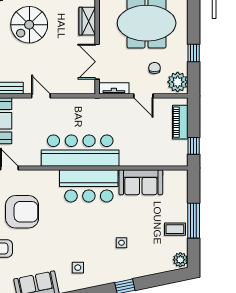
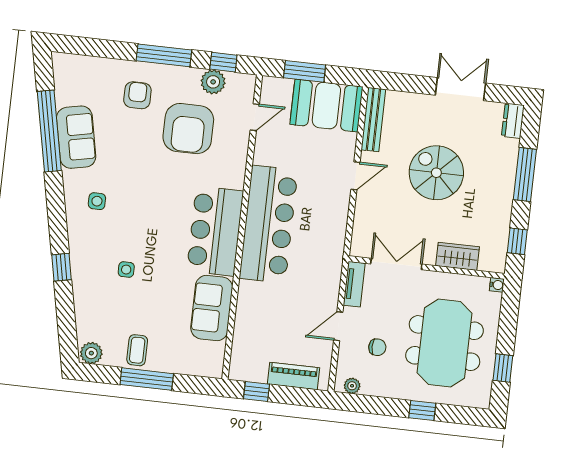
spiral stairs: (29, 25) -> (436, 173), moved
window: (194, 53) -> (422, 410), moved
plant: (178, 82) -> (352, 386), width x0.53, depth x0.53

